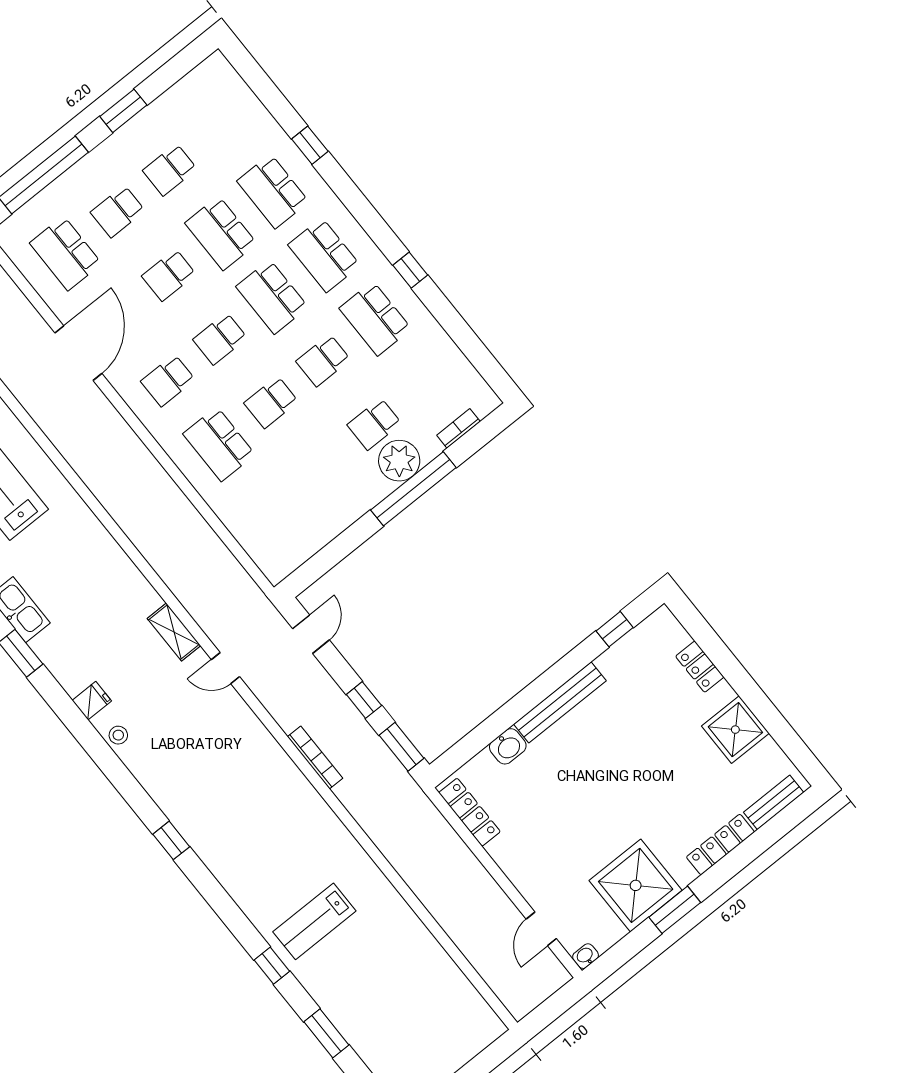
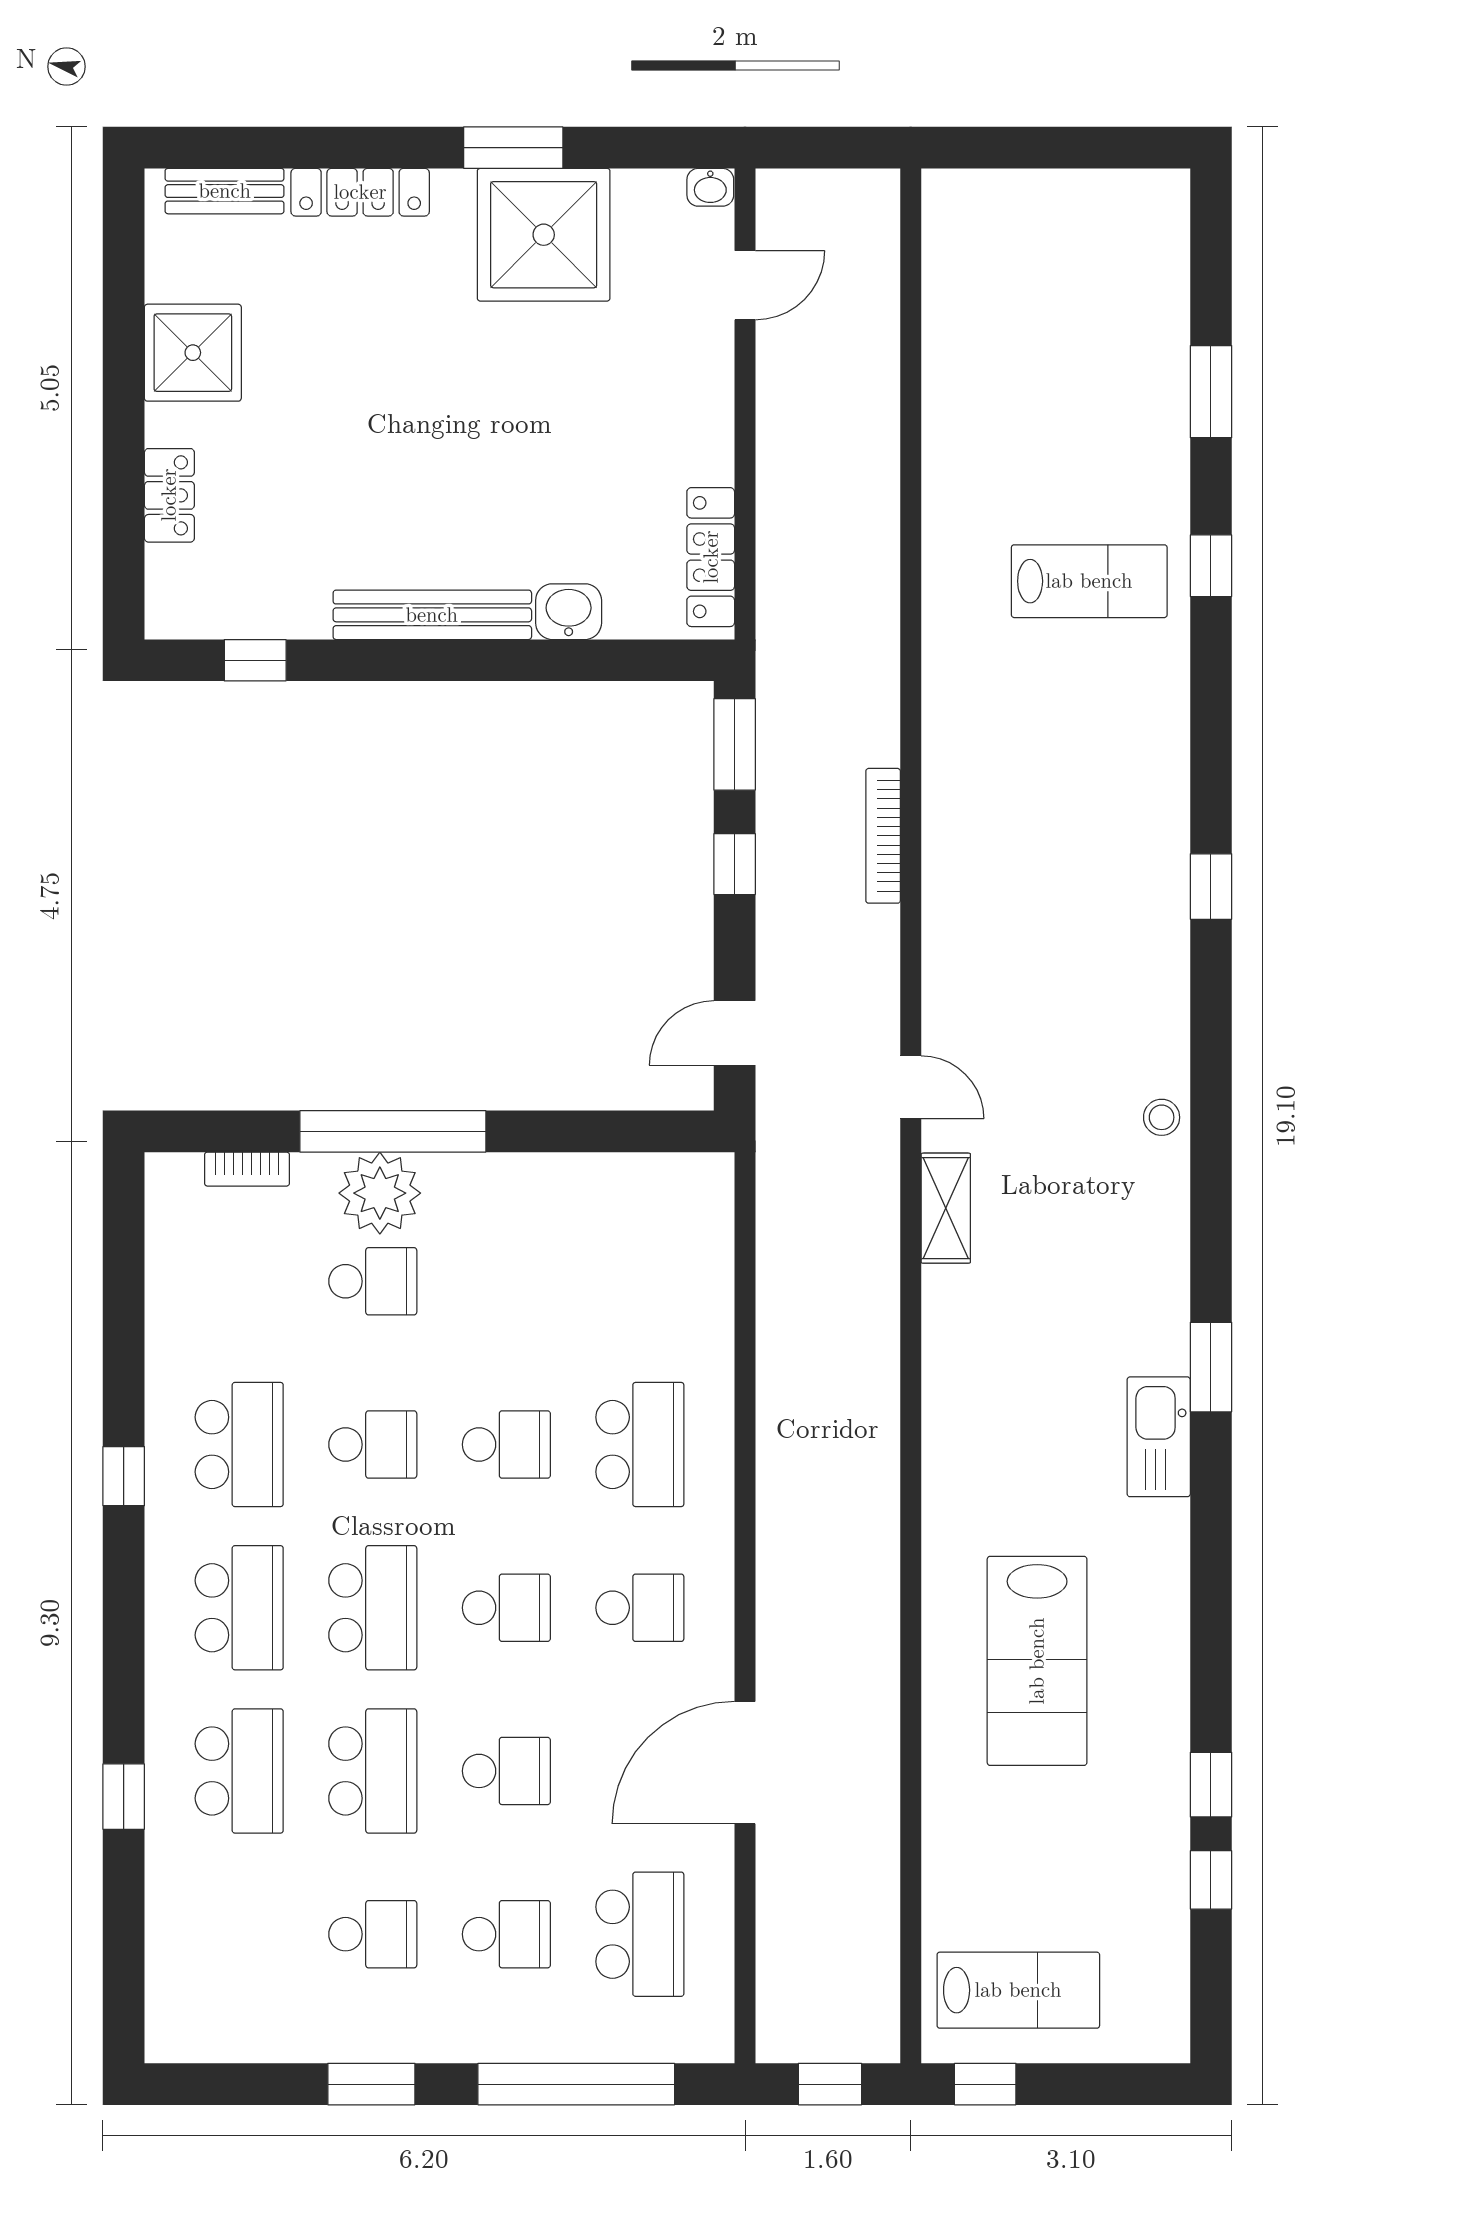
fridge: (92, 701) -> (1160, 1204), removed

